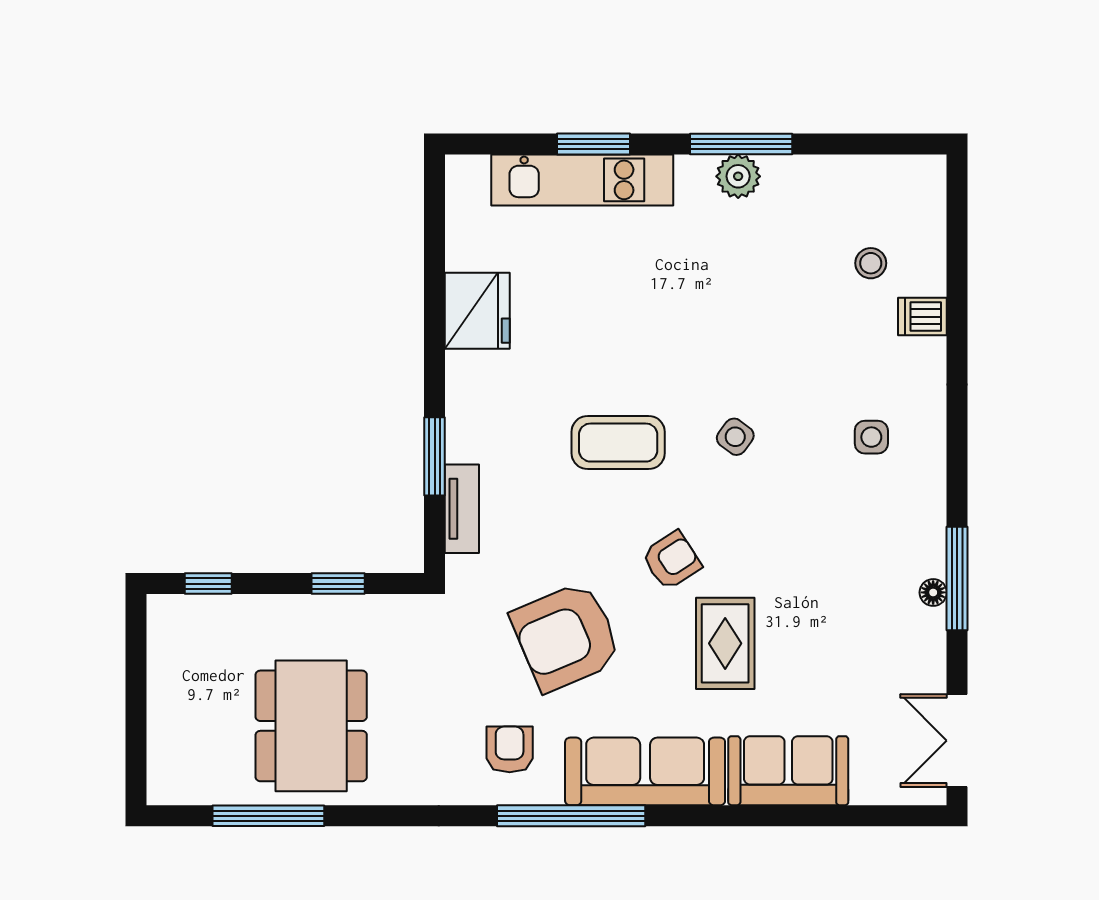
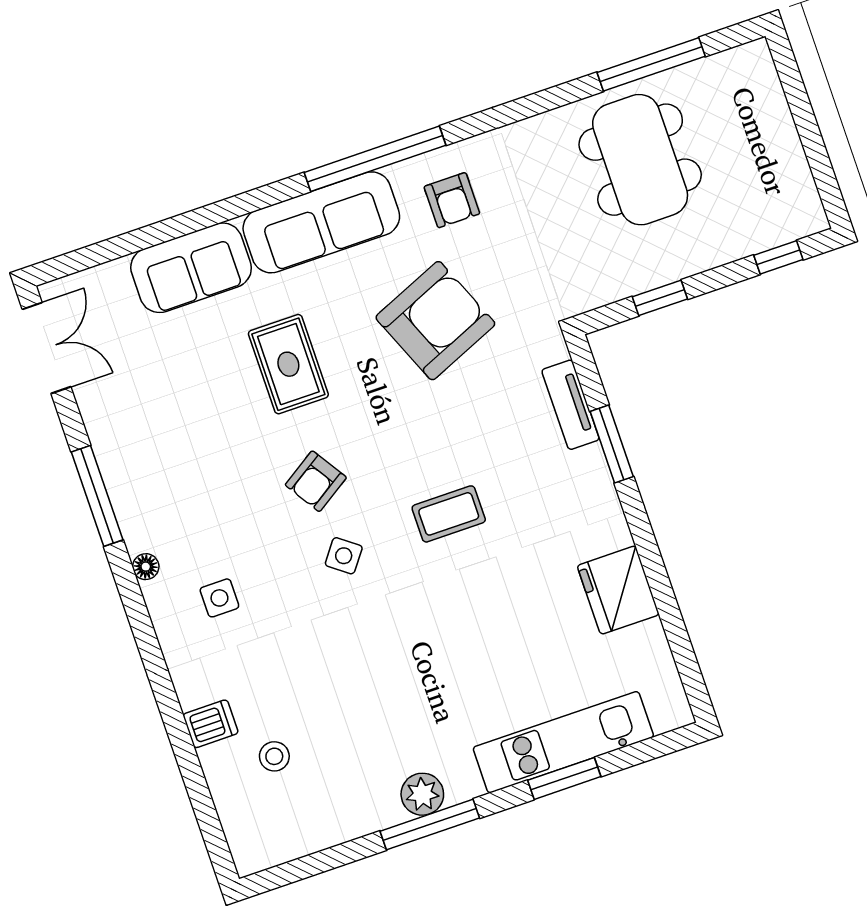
coffee table: (618, 443) -> (449, 514), width x0.73, depth x0.77
armchair: (672, 560) -> (316, 481), moved
floor lamp: (933, 592) -> (146, 567), moved

